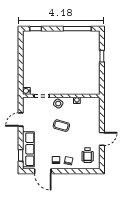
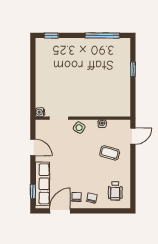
door: (21, 120) -> (33, 147), swing flipped
coffee table: (61, 126) -> (110, 153), moved
door: (102, 139) -> (133, 136), moved
door: (43, 171) -> (60, 211), swing flipped

